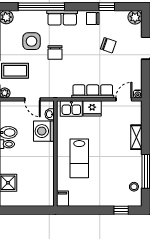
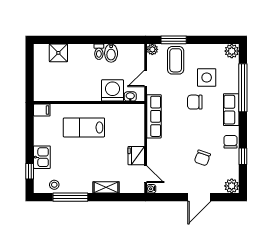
row of seats: (93, 91) -> (154, 116), moved
fridge: (92, 108) -> (136, 156), moved
kitchen sink: (71, 109) -> (42, 157), moved, turned 180

